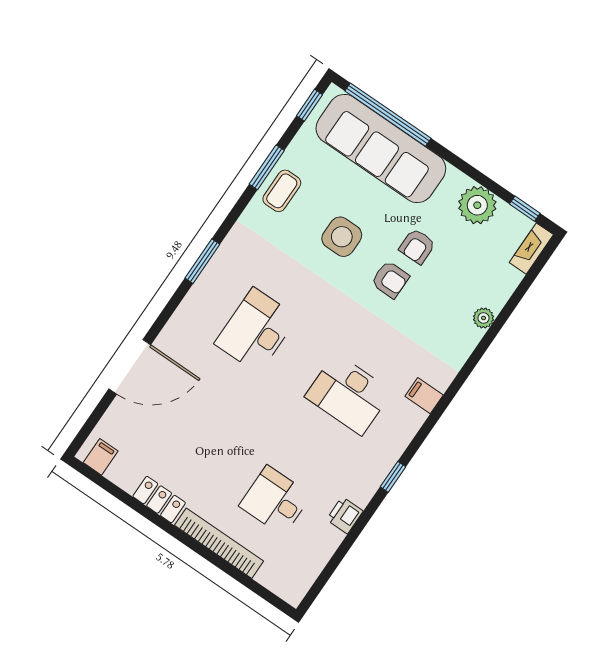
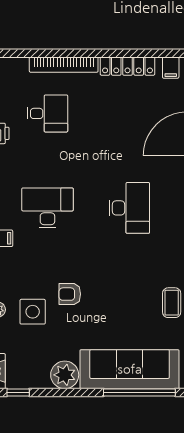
plant: (477, 205) -> (65, 375), moved
side table: (342, 237) -> (33, 312), moved
armchair: (417, 246) -> (67, 325), removed
locker: (159, 500) -> (127, 66), width x1.53

